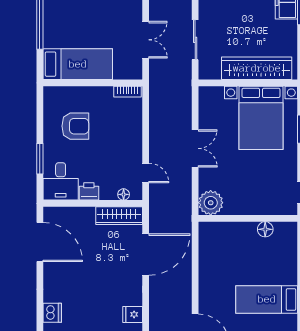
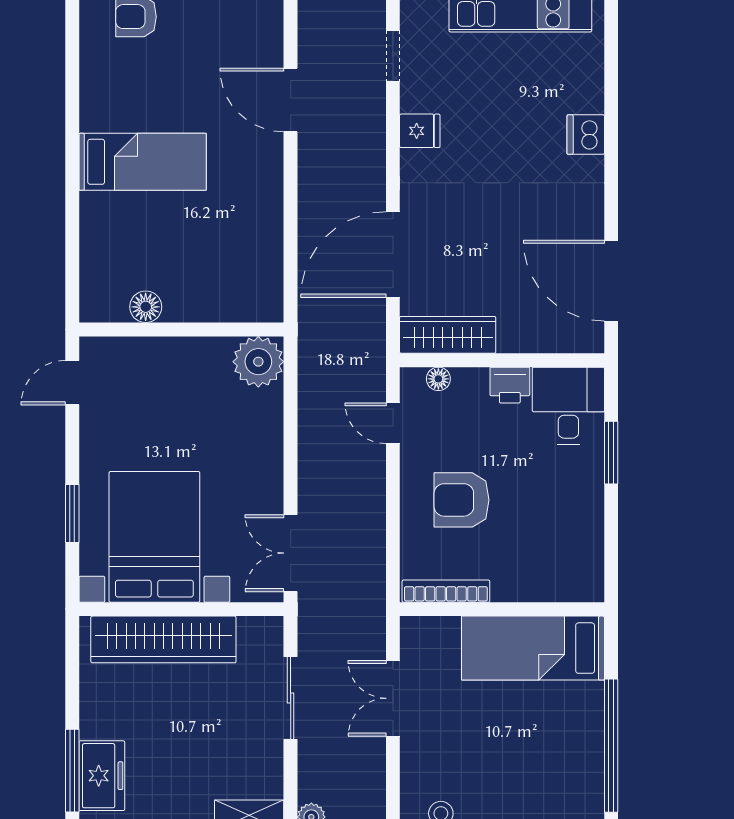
bookcase: (128, 92) -> (446, 591), width x1.56
armchair: (75, 126) -> (461, 500), moved
double door: (195, 148) -> (291, 553), moved

